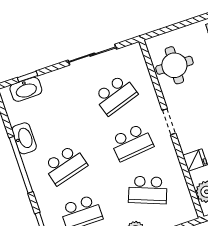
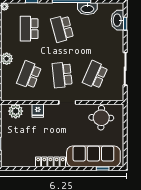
school desk: (116, 95) -> (95, 75), turned 42

